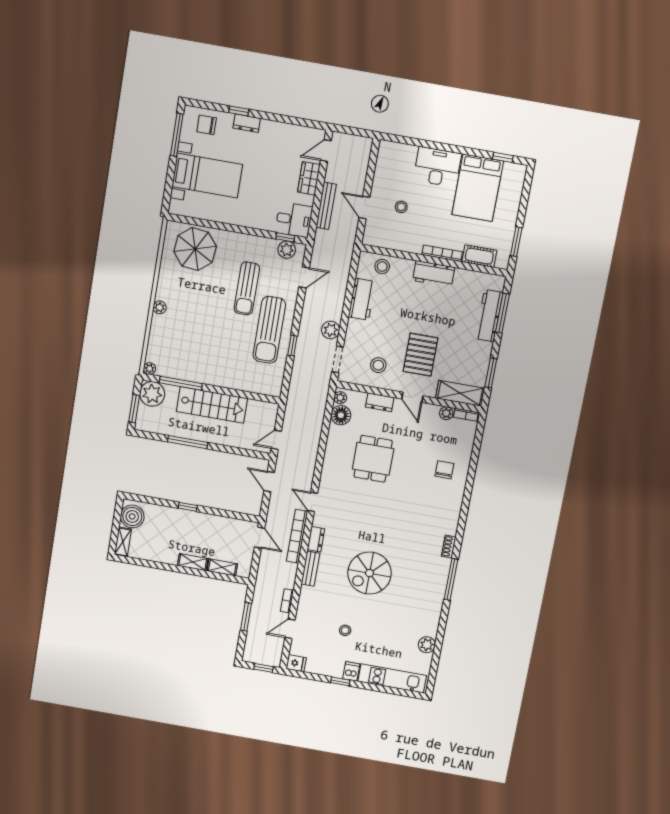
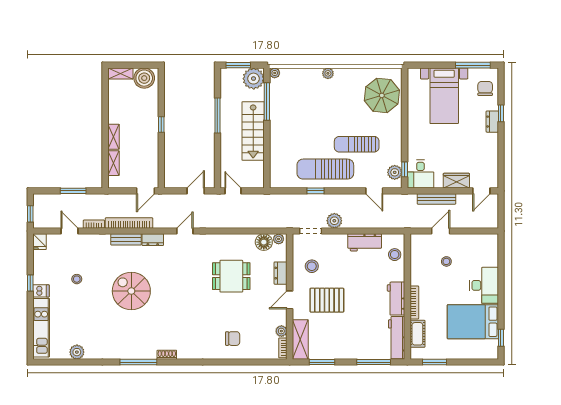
door: (326, 151) -> (481, 191), swing flipped
workbench: (489, 316) -> (397, 338), moved, turned -90
bookcase: (297, 536) -> (129, 223), moved

